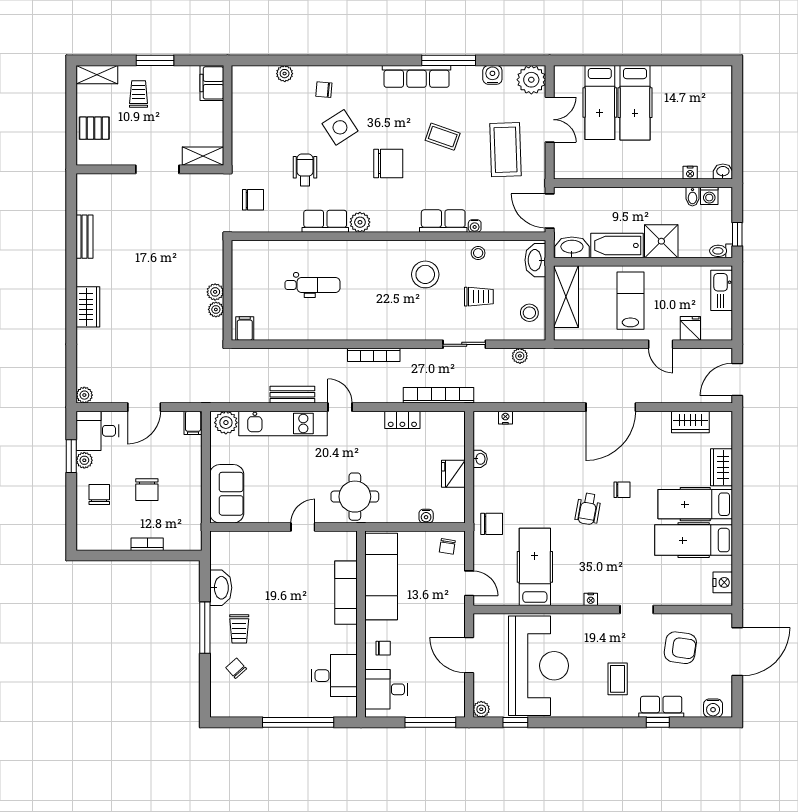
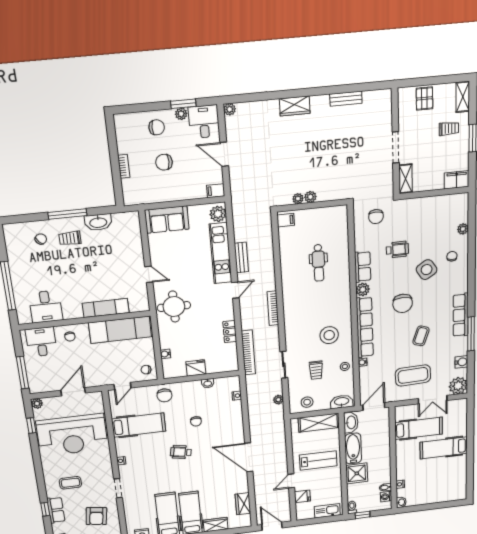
hospital bed: (600, 102) -> (419, 428), moved, turned 180
row of seats: (443, 221) -> (365, 327), width x2.02
chair: (622, 490) -> (196, 421), moved

